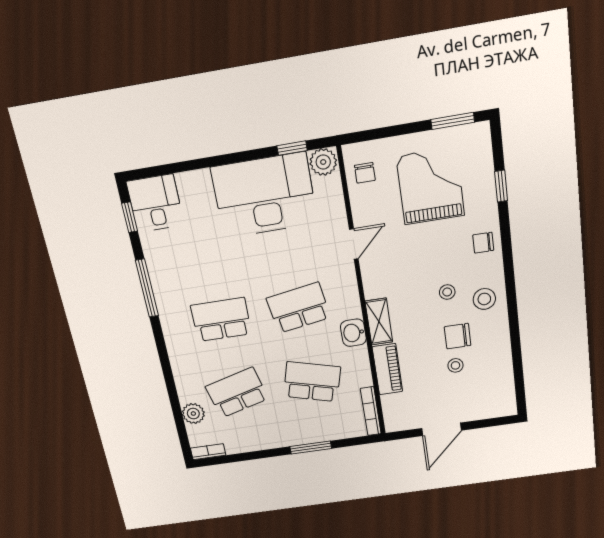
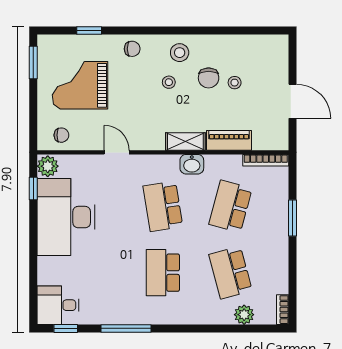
chair: (483, 243) -> (132, 49), turned -90

